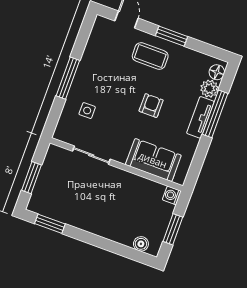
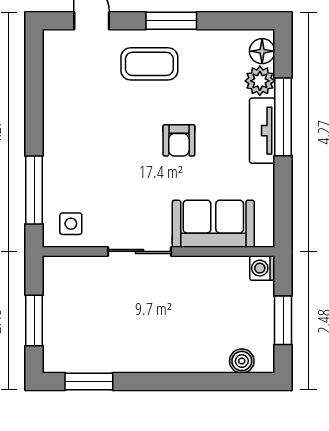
window: (68, 78) -> (34, 190), moved
armchair: (151, 106) -> (179, 140), turned 180
side table: (87, 111) -> (71, 224), moved
sliding door: (91, 155) -> (140, 251), moved

